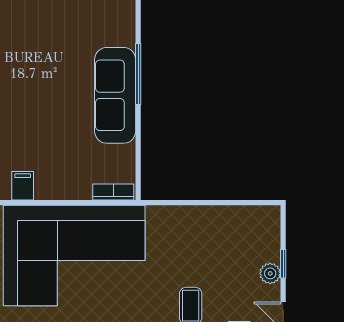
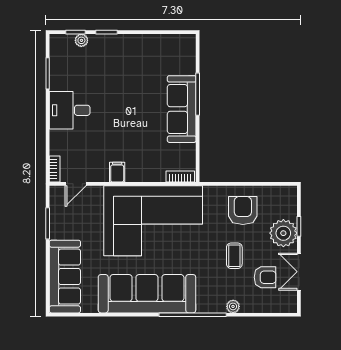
armchair: (203, 241) -> (243, 211), added
plant: (270, 273) -> (283, 233), width x1.88, depth x1.88

